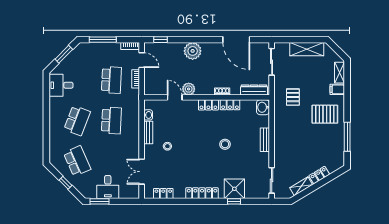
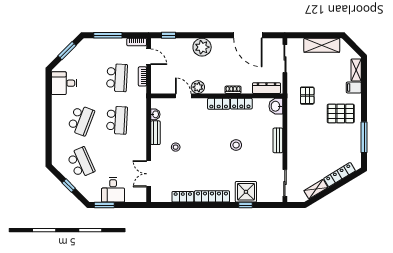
locker: (319, 175) -> (340, 175), width x1.53
locker: (163, 194) -> (183, 197), moved

